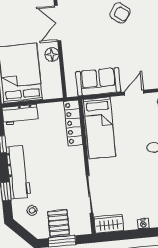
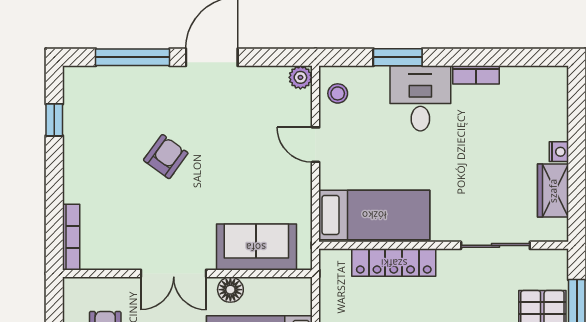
sofa: (98, 82) -> (256, 247), moved, turned 90
locker: (73, 123) -> (394, 263), moved
wardrobe: (109, 224) -> (553, 191), moved

